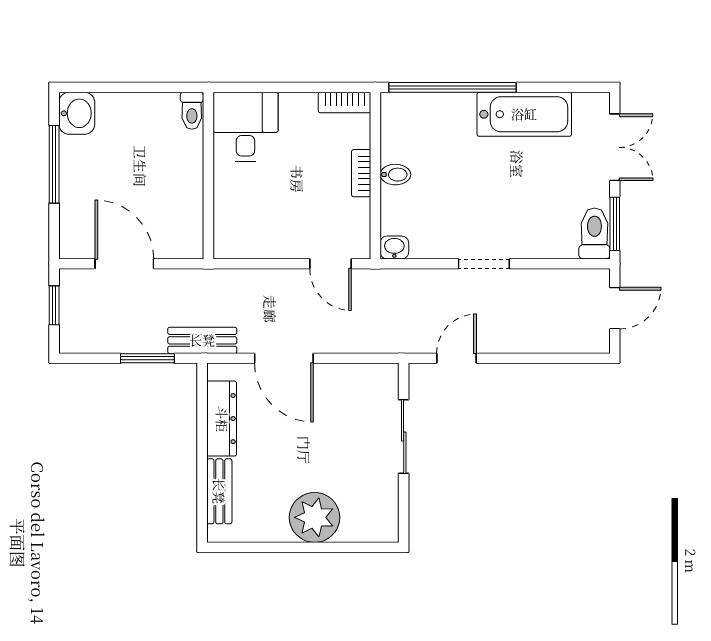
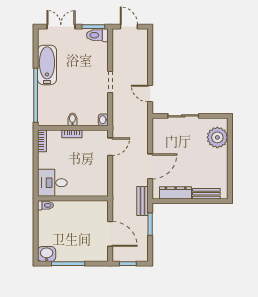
door: (124, 264) -> (110, 234), swing flipped
plant: (315, 517) -> (217, 137), moved

